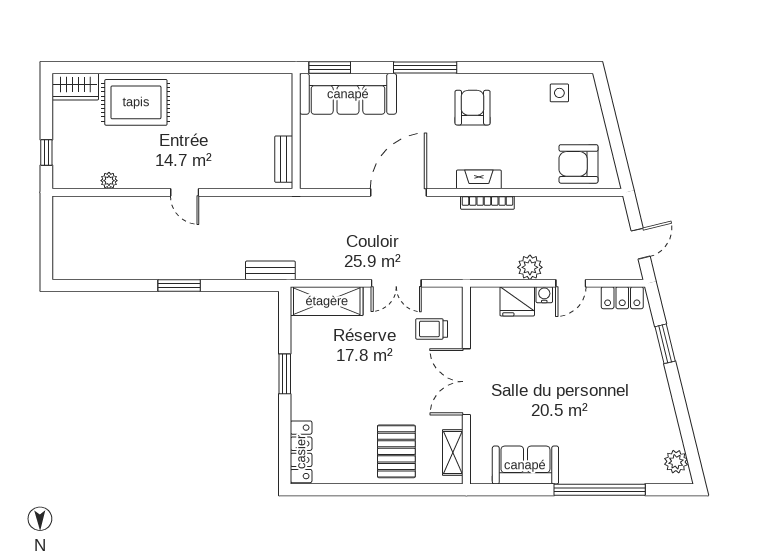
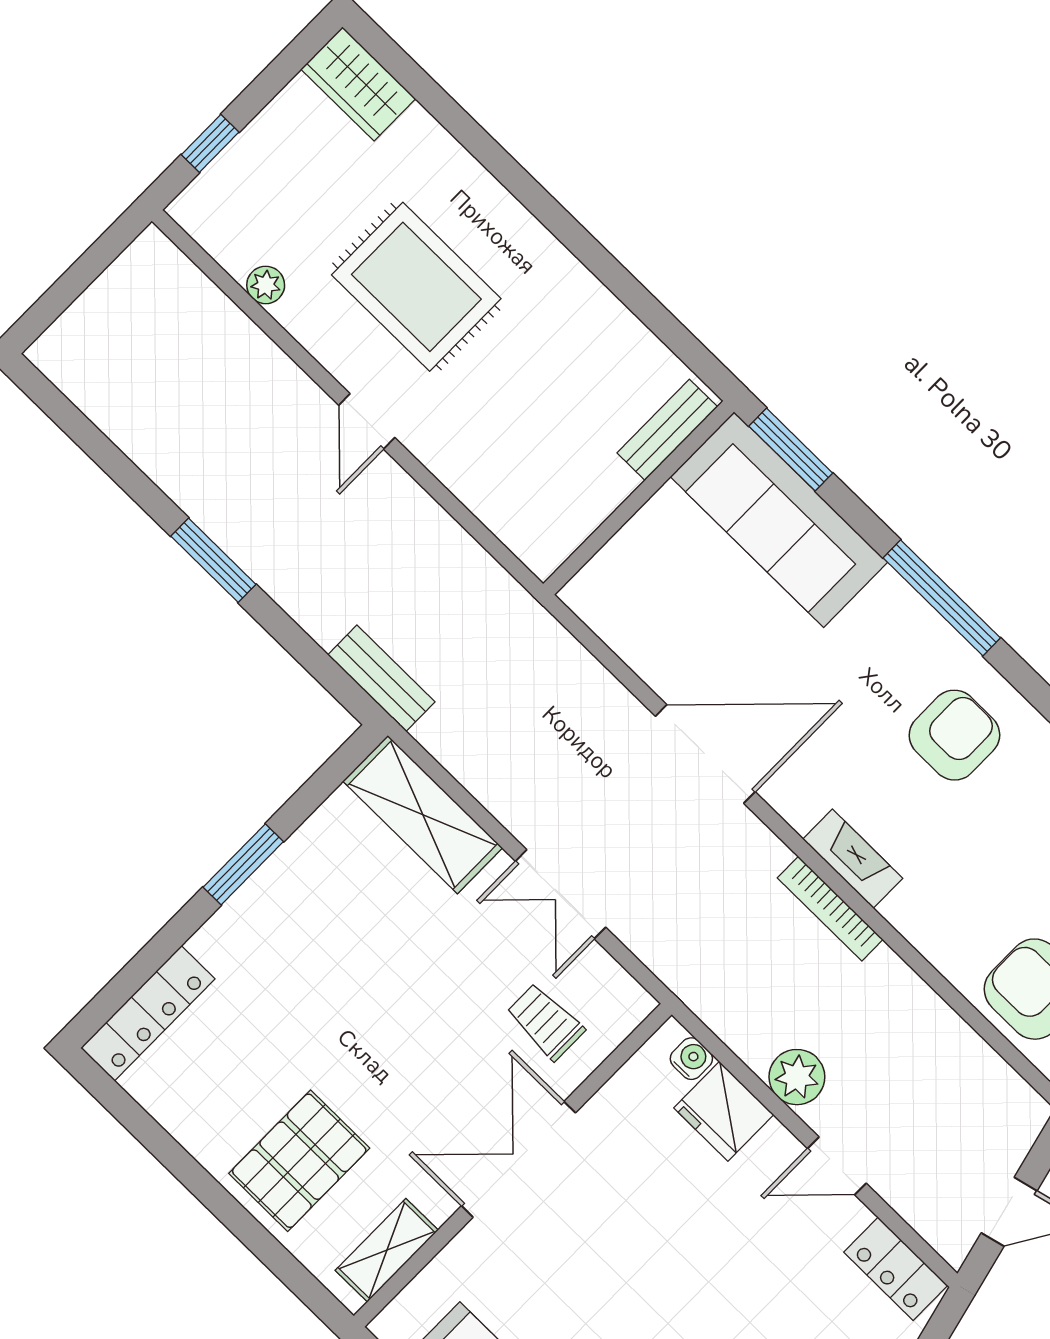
rug: (136, 102) -> (416, 287), moved
bench: (284, 159) -> (667, 430), moved
water cooler: (544, 295) -> (691, 1059), moved

